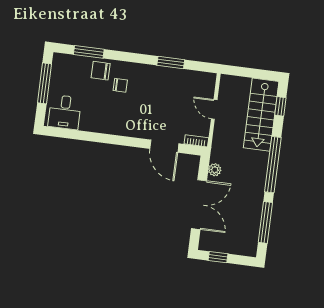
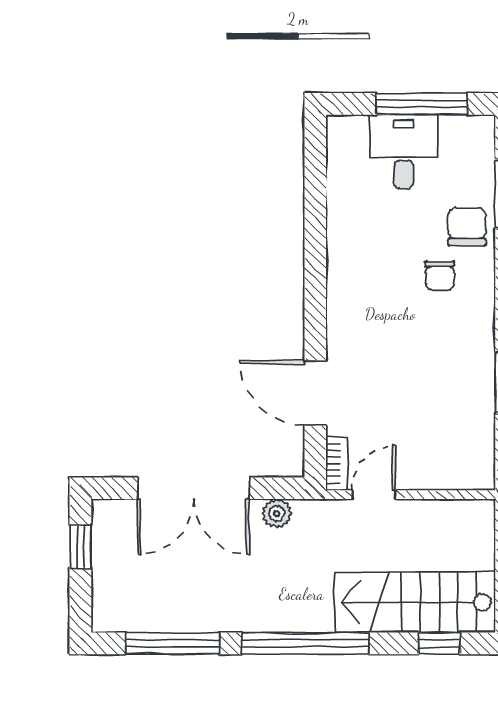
door: (214, 109) -> (374, 495), moved
desk: (65, 112) -> (404, 152), moved, turned 90
door: (164, 146) -> (315, 393), hinge flipped

